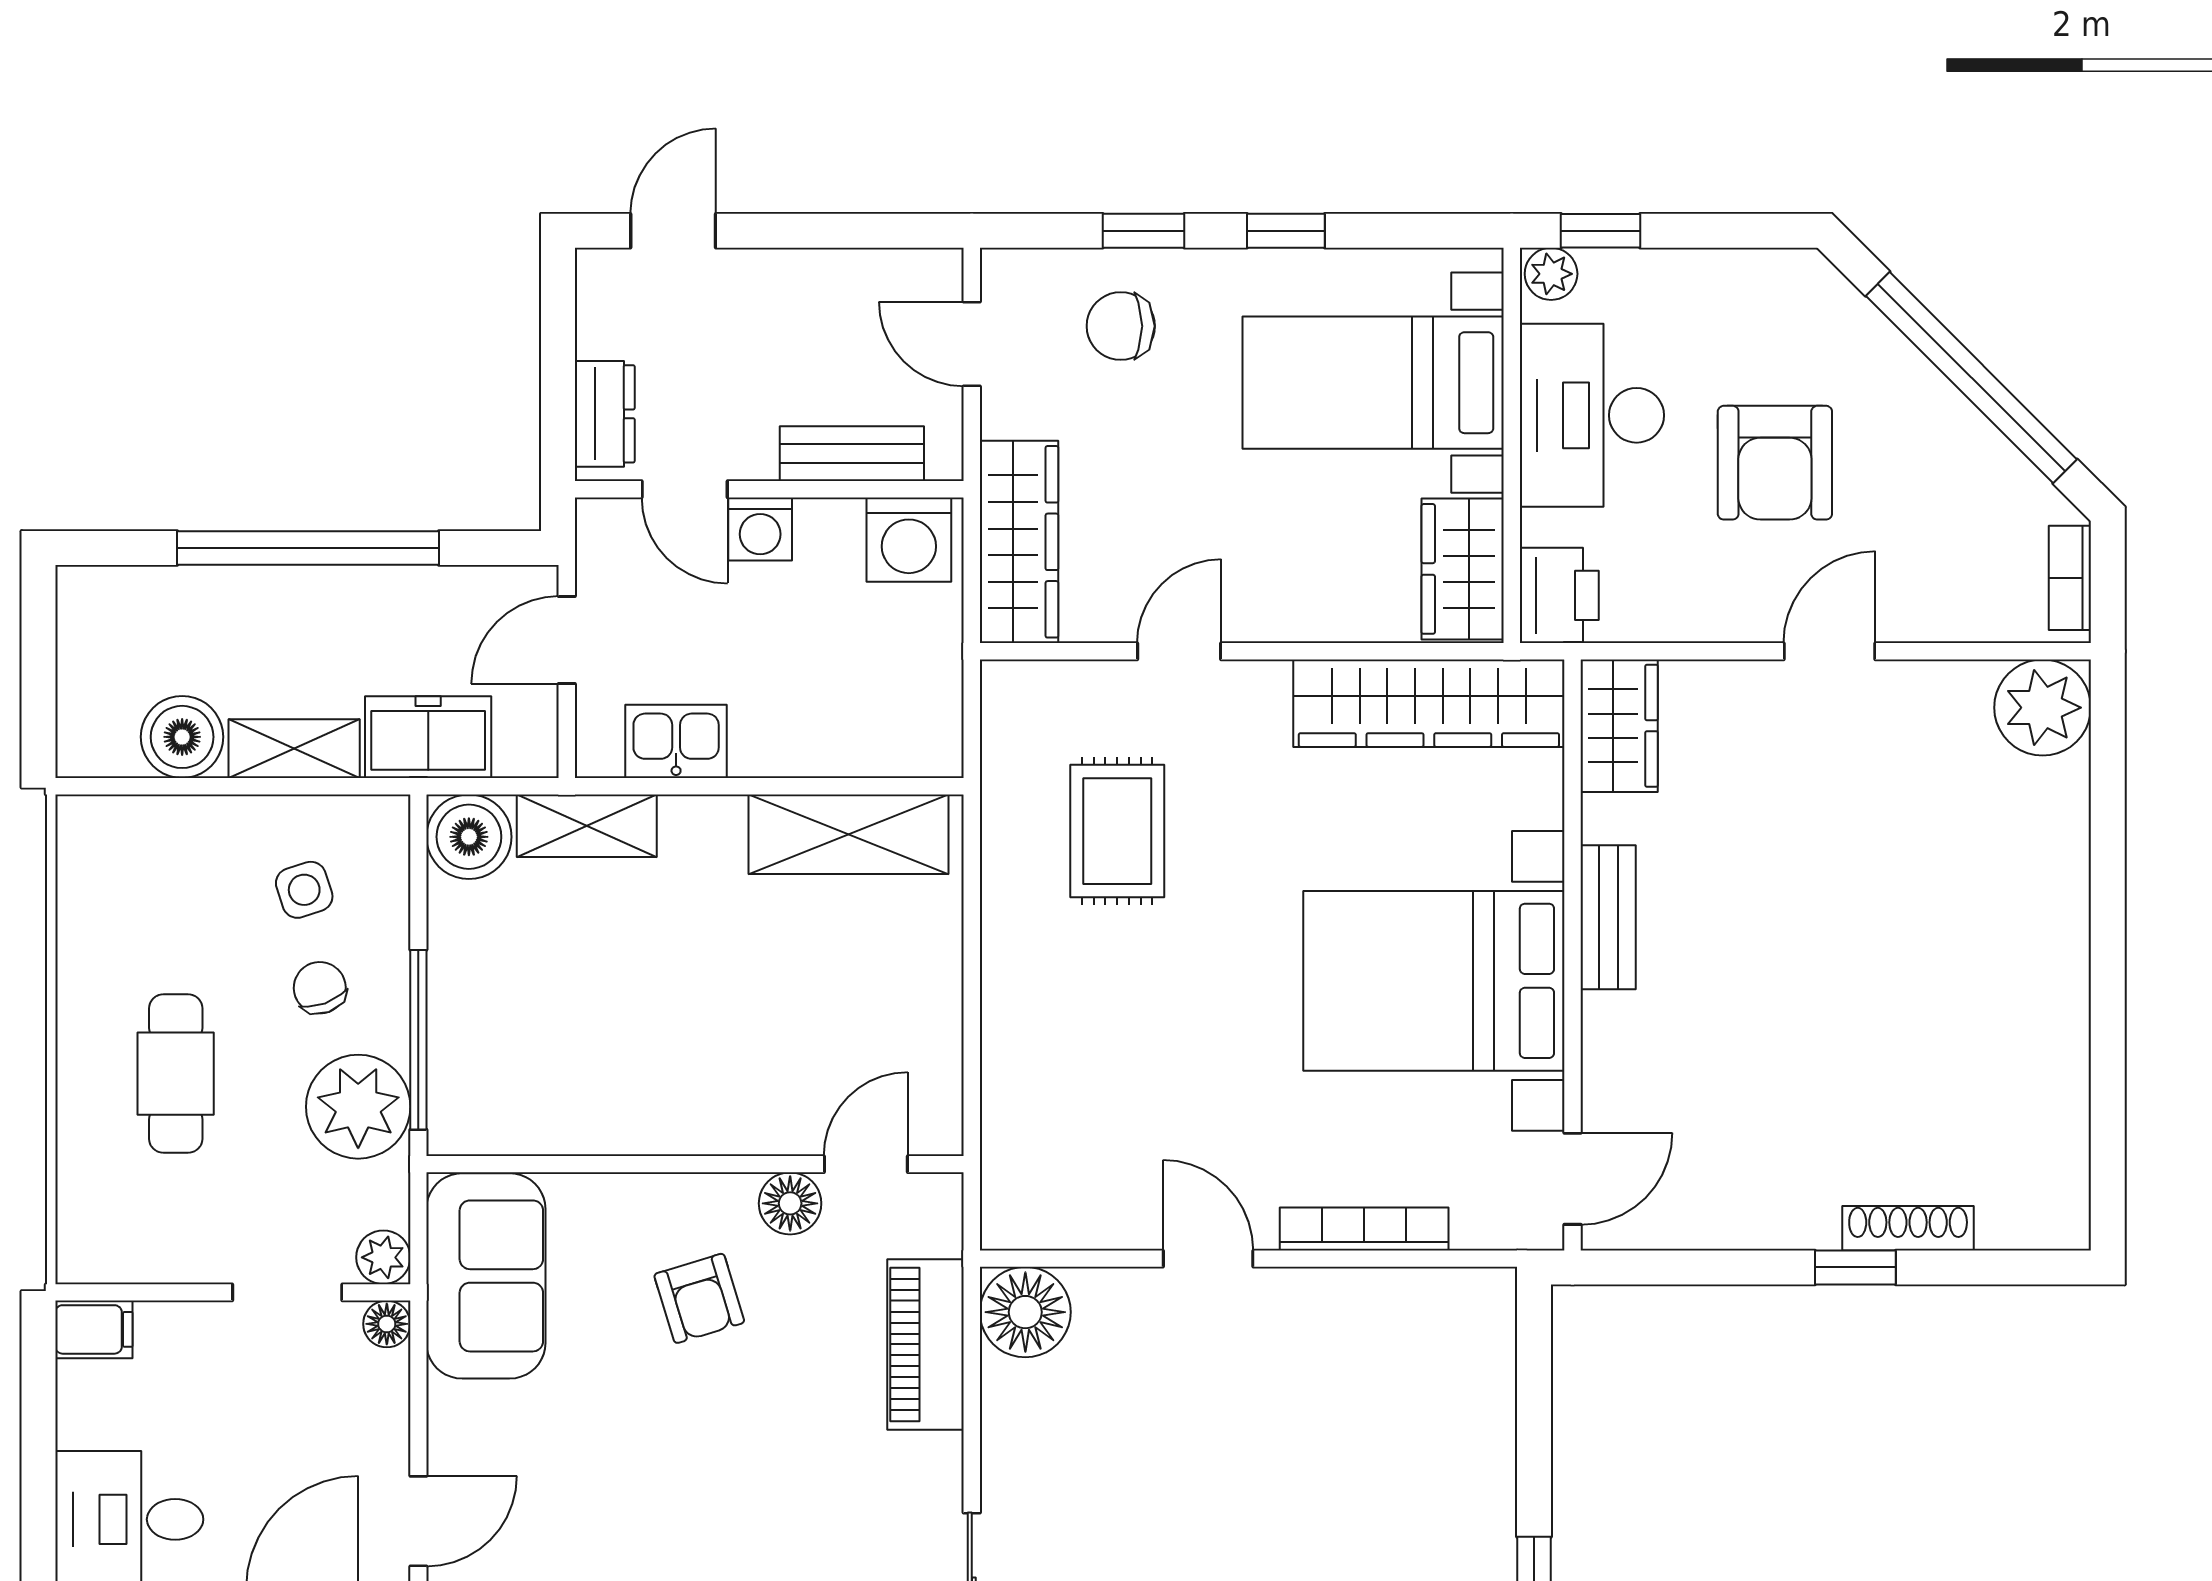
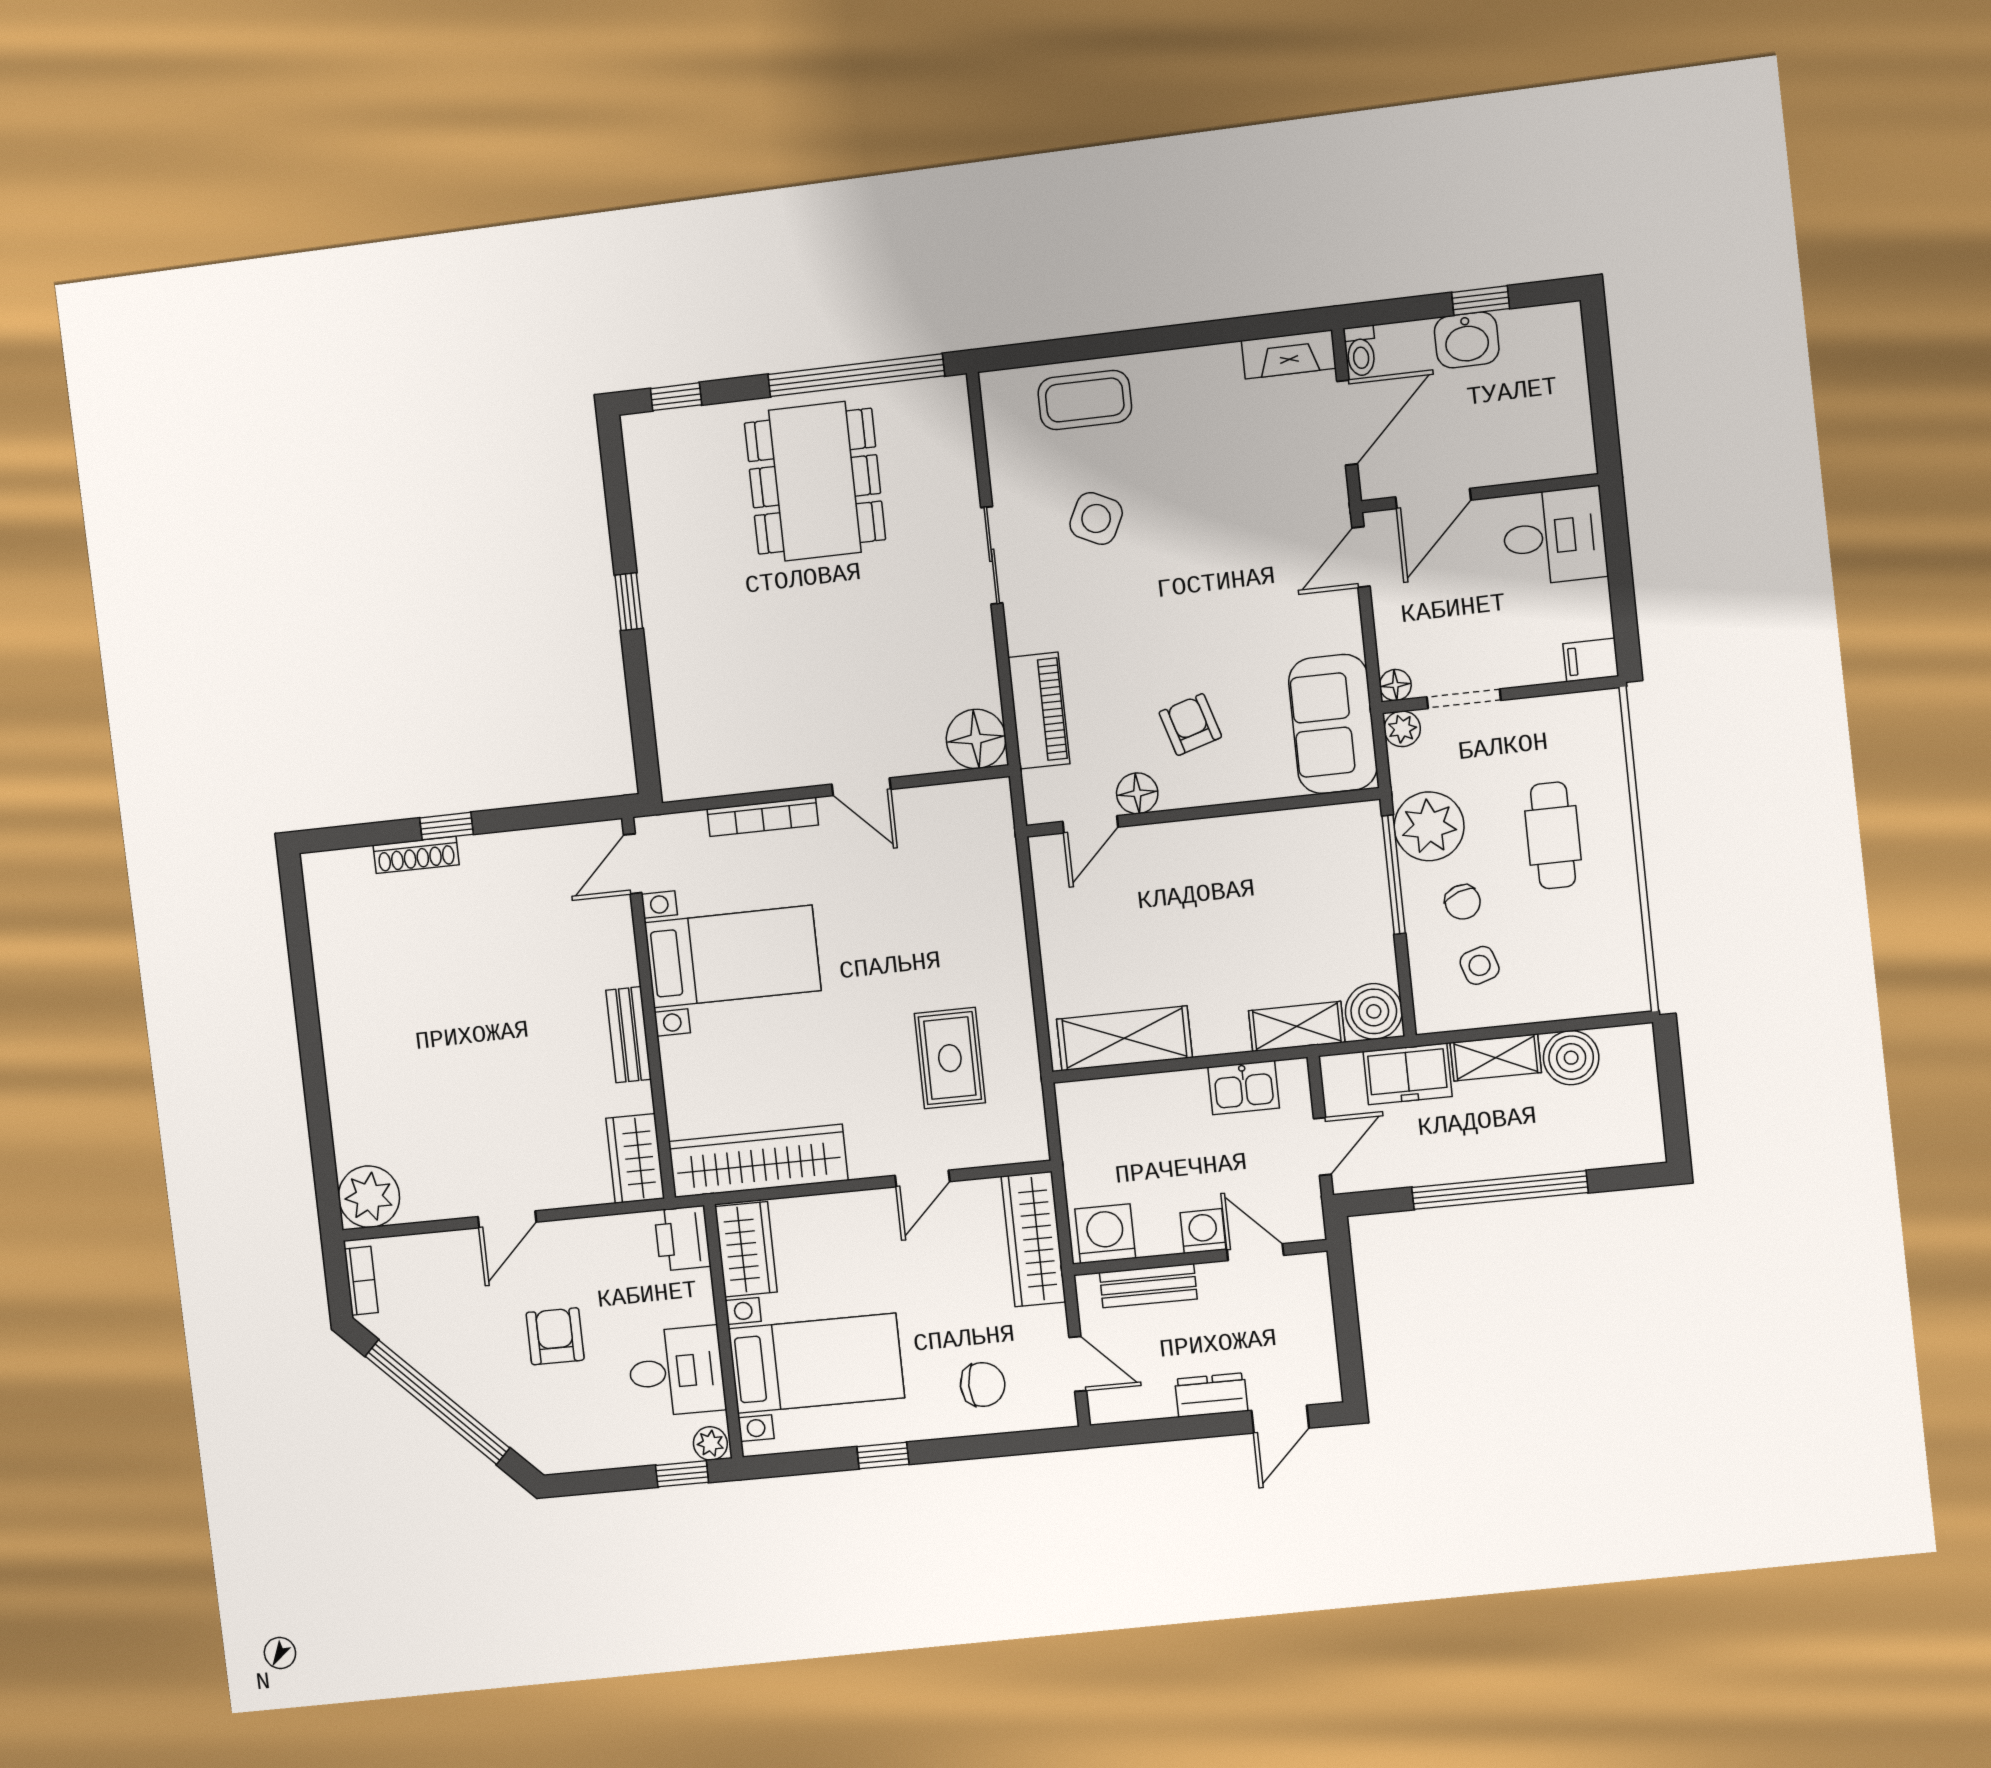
window: (1143, 231) -> (975, 1447), removed
dresser: (605, 414) -> (1211, 1395), moved, turned 90
desk: (1592, 415) -> (676, 1371), width x0.73
armchair: (1775, 463) -> (555, 1336), width x0.72, depth x0.72
bed with nightstands: (1434, 981) -> (733, 957), width x0.73

